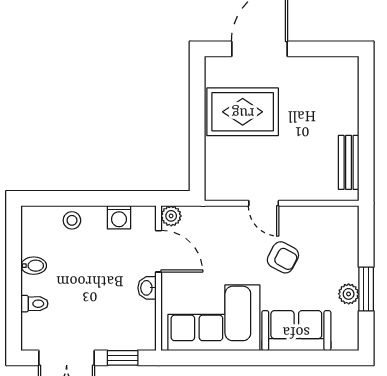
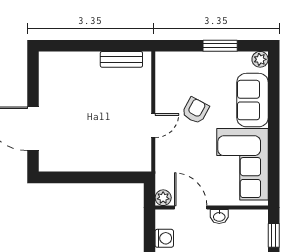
rug: (243, 112) -> (82, 142), removed
door: (158, 251) -> (191, 207), hinge flipped
plant: (349, 294) -> (260, 59), moved

